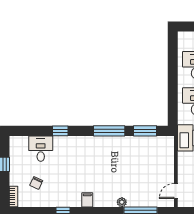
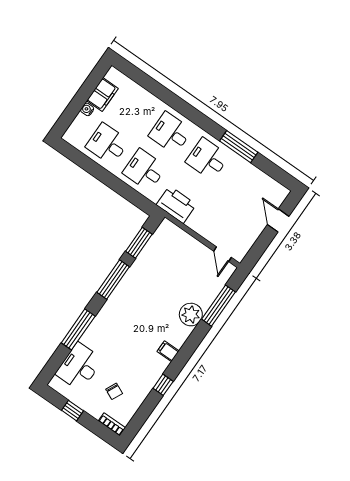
window: (60, 131) -> (78, 329), width x2.17
desk: (41, 149) -> (79, 367), width x1.37
plant: (122, 202) -> (191, 315), width x1.88, depth x1.88

